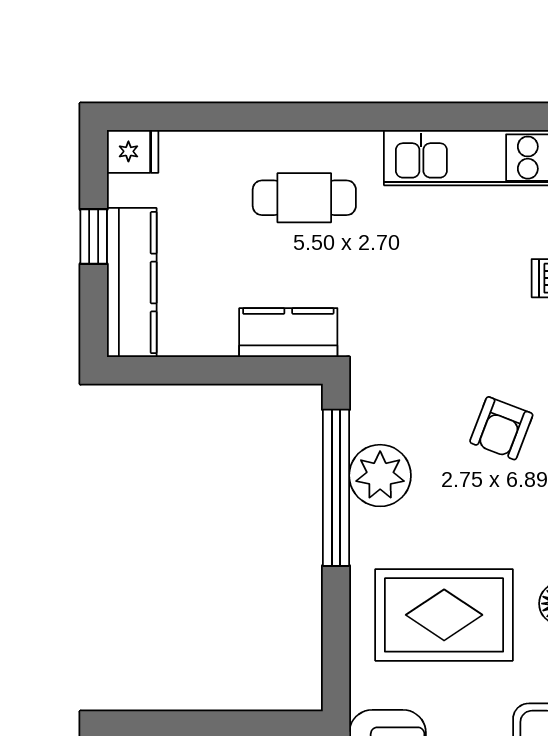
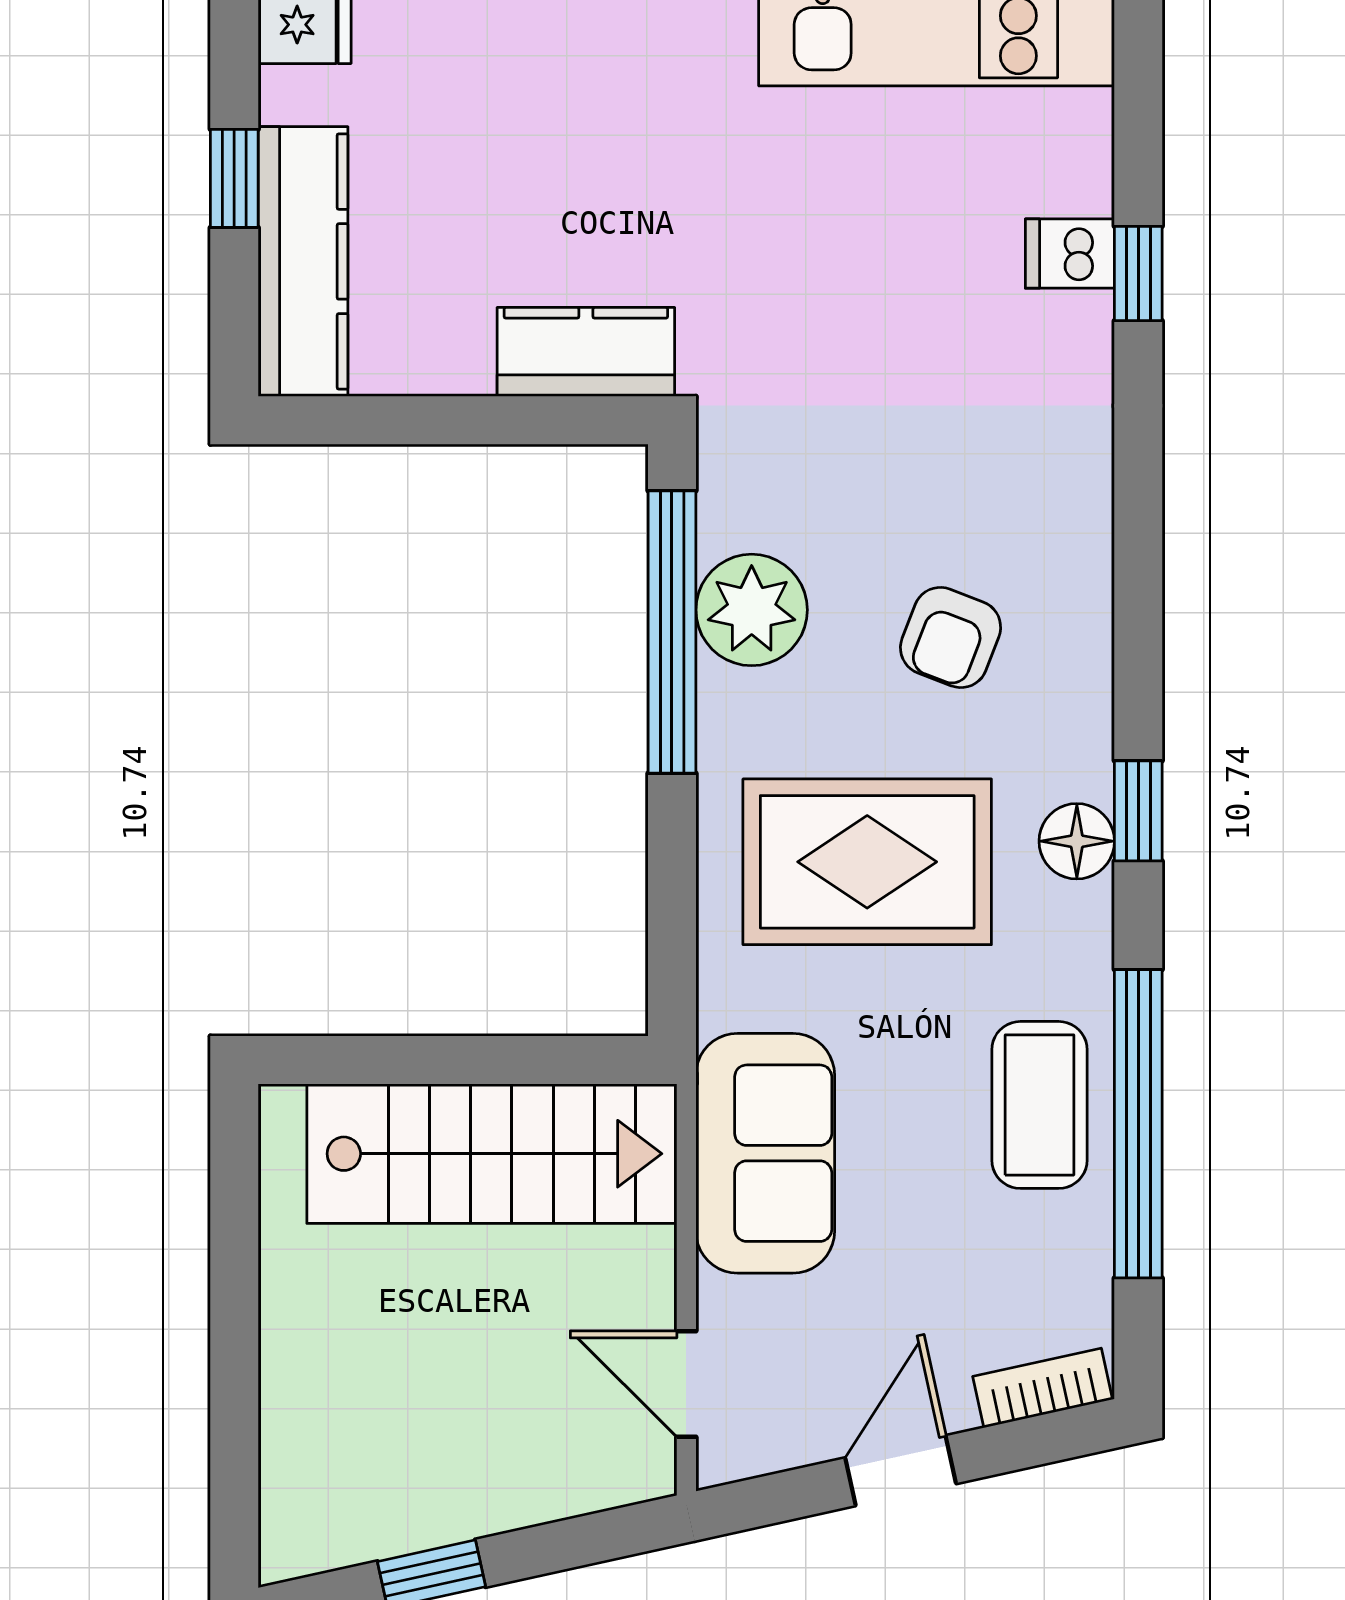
cafe table: (304, 198) -> (615, 108), removed
armchair: (501, 428) -> (951, 637), moved

